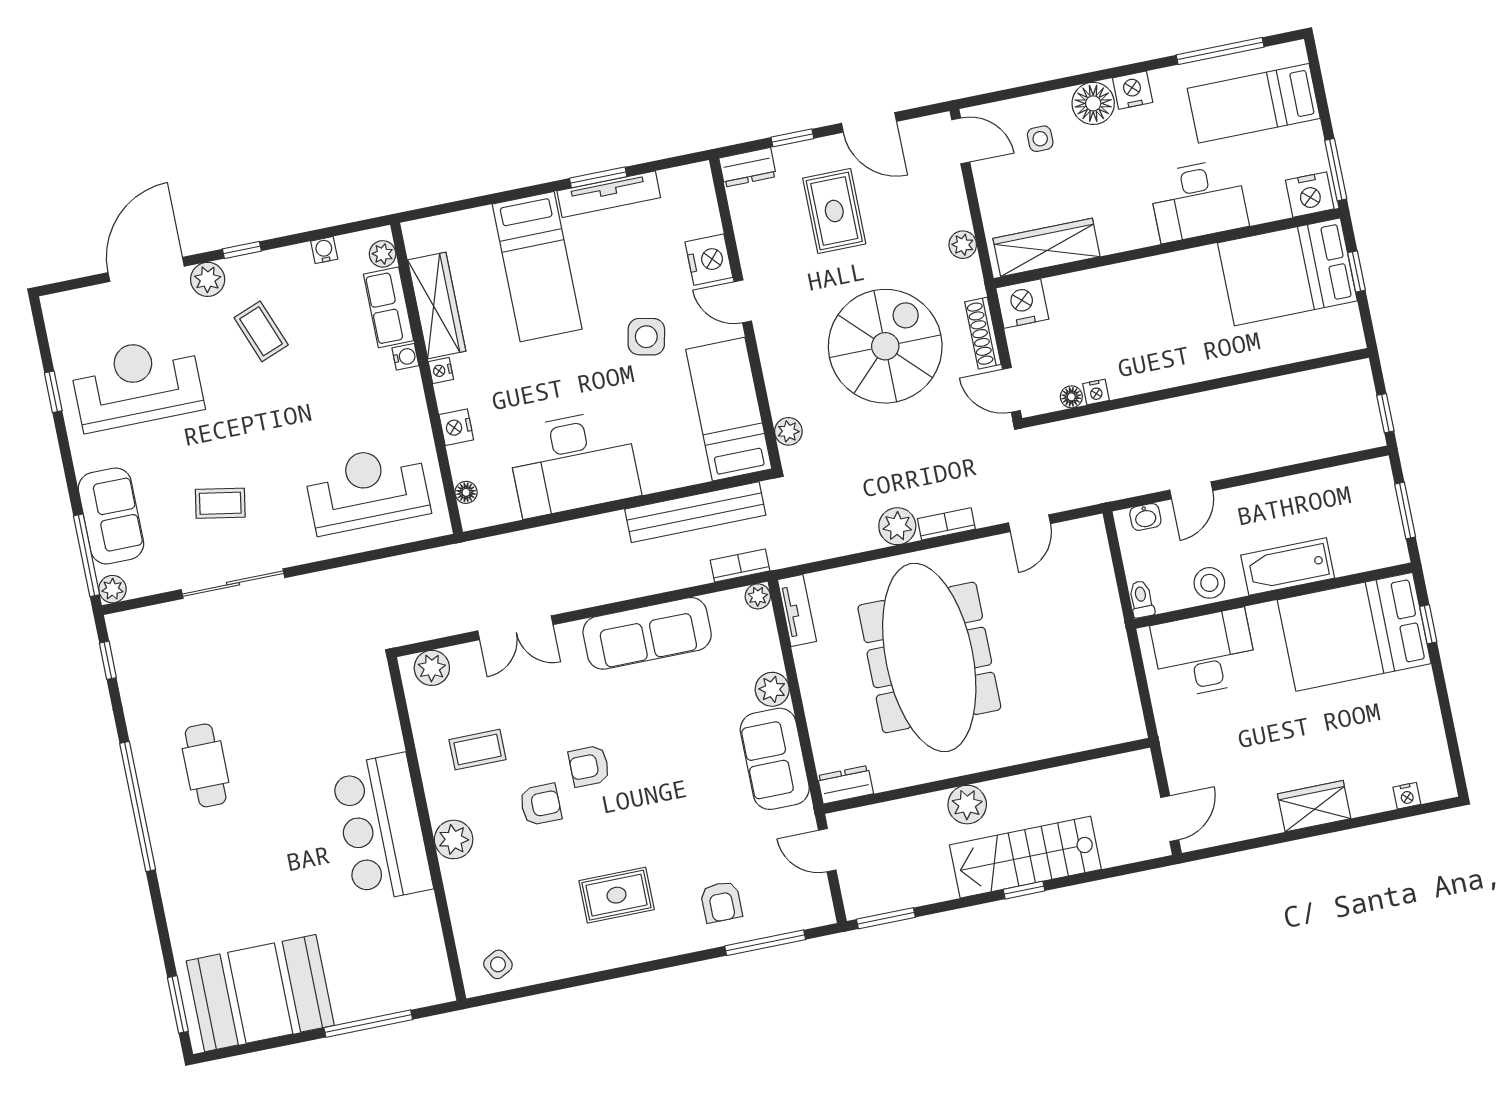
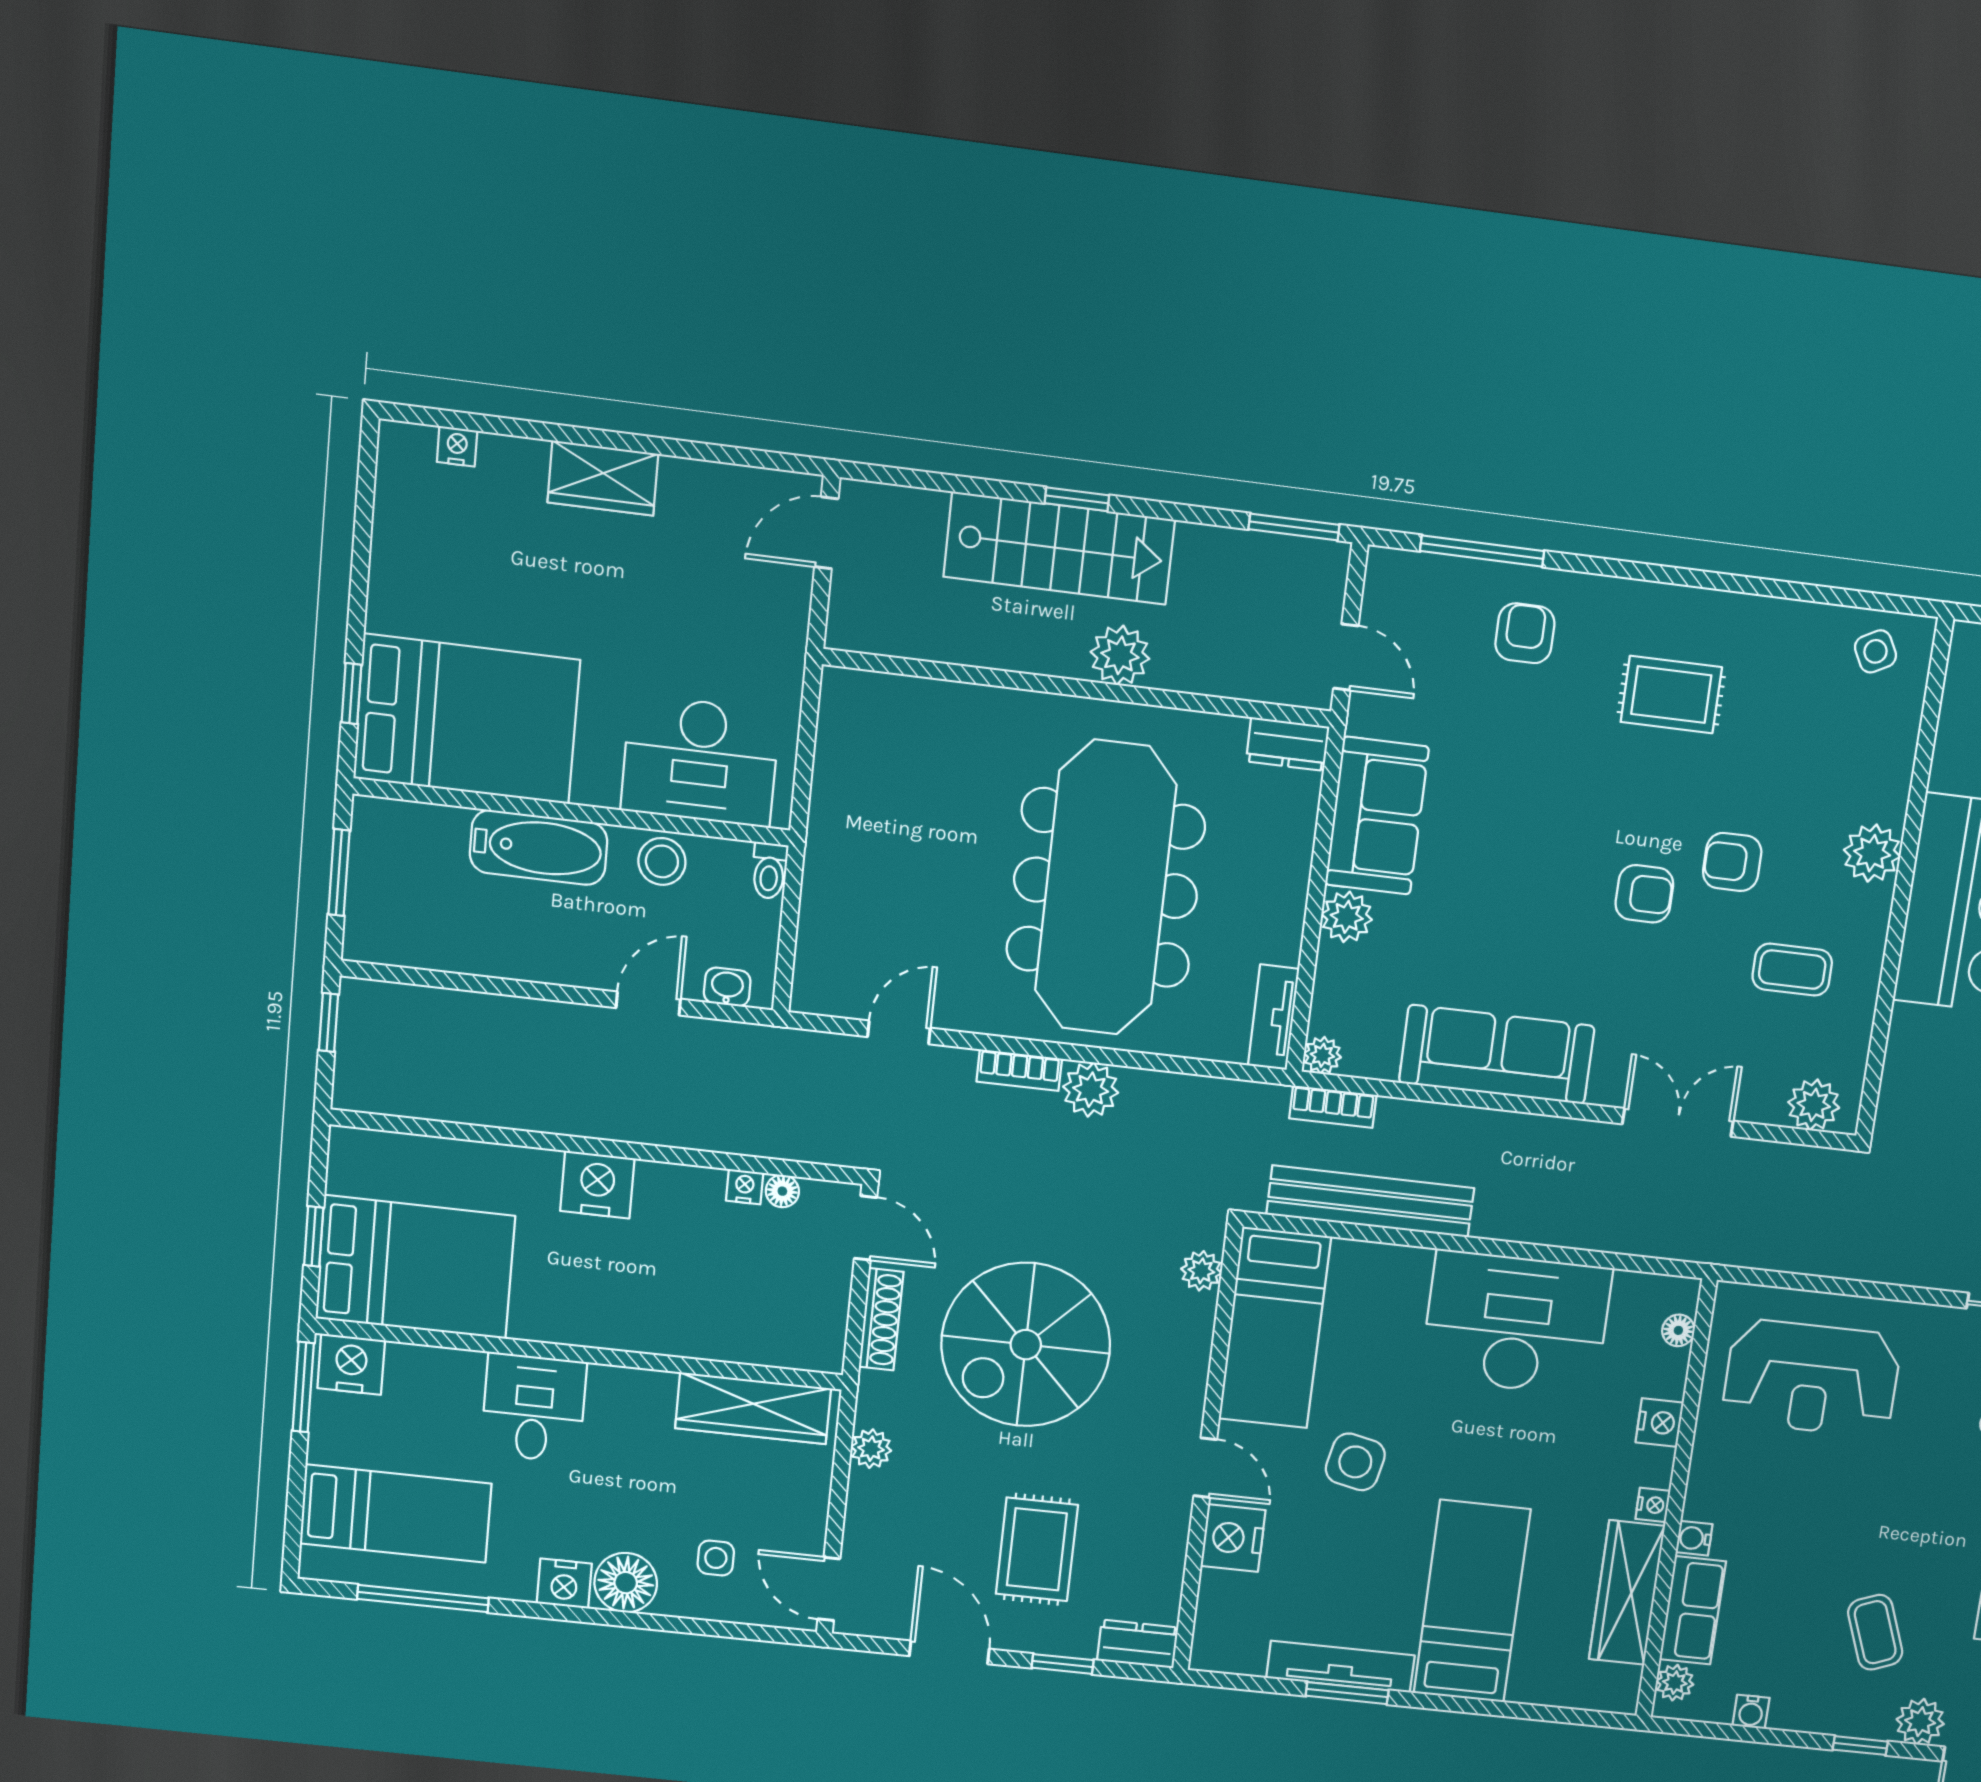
desk: (1198, 200) -> (534, 1408), width x0.73
nightstand: (1022, 304) -> (597, 1185), moved, turned 180

